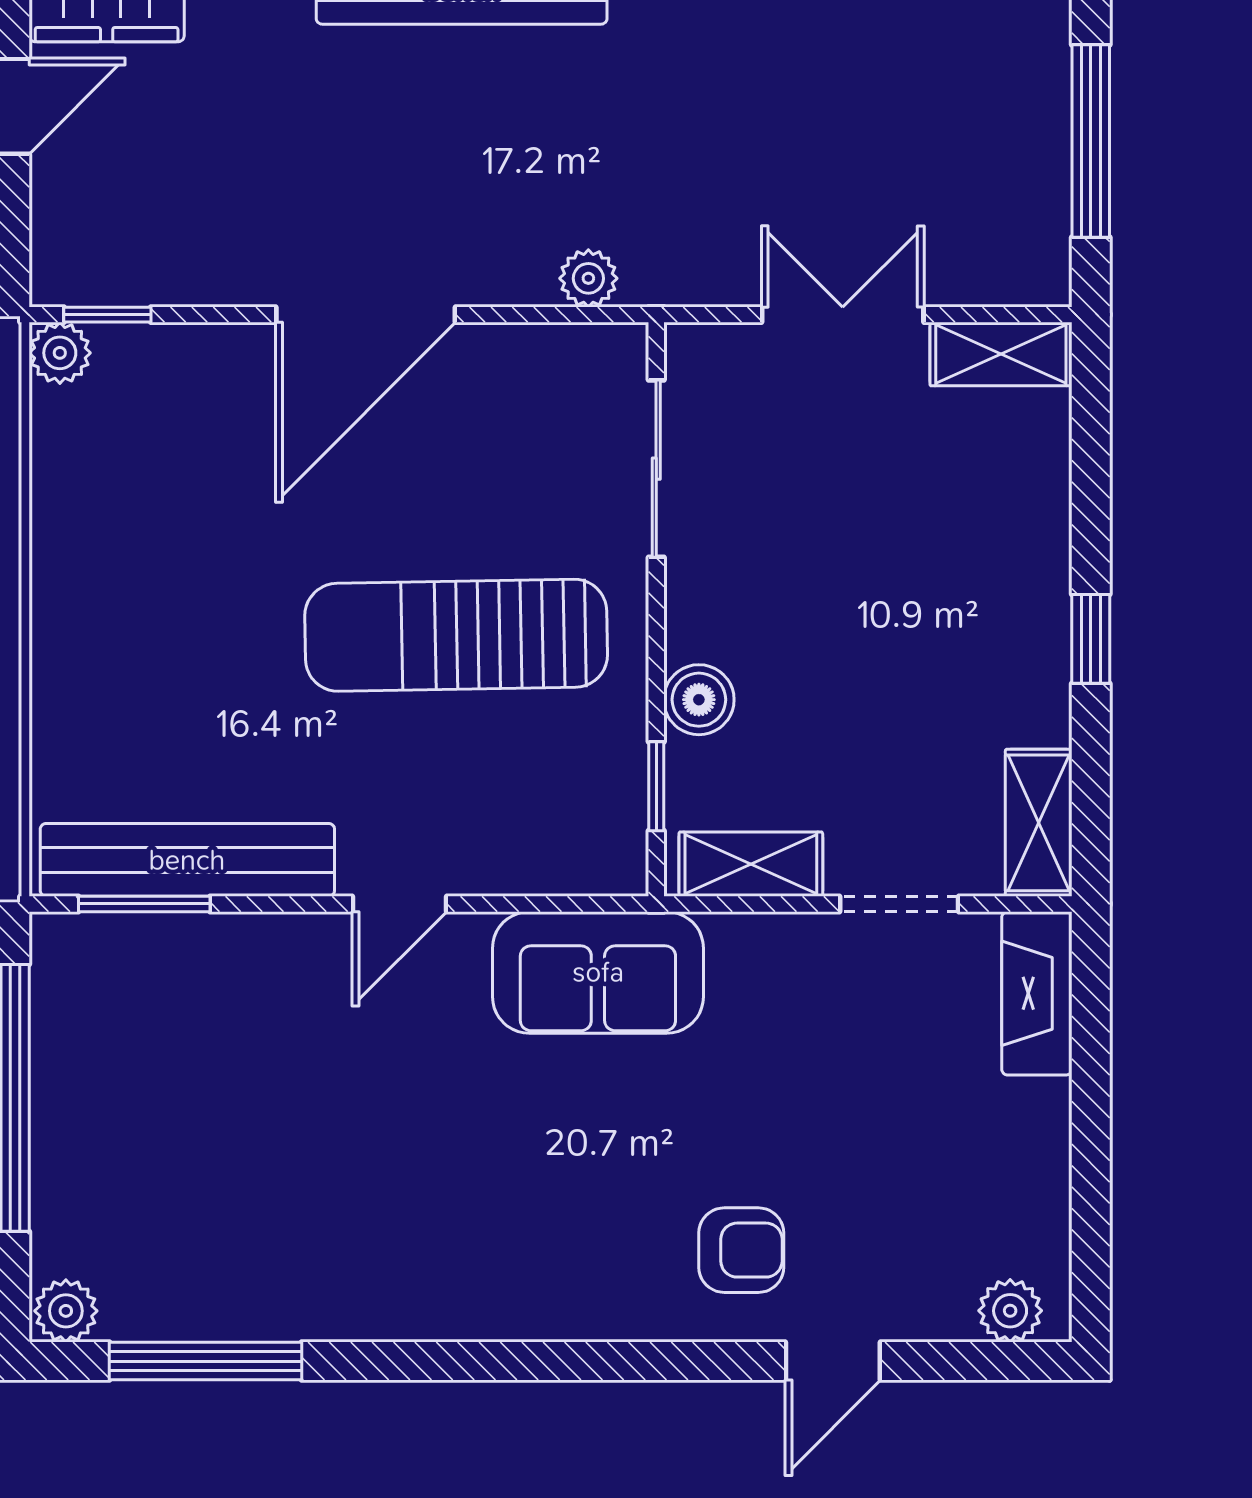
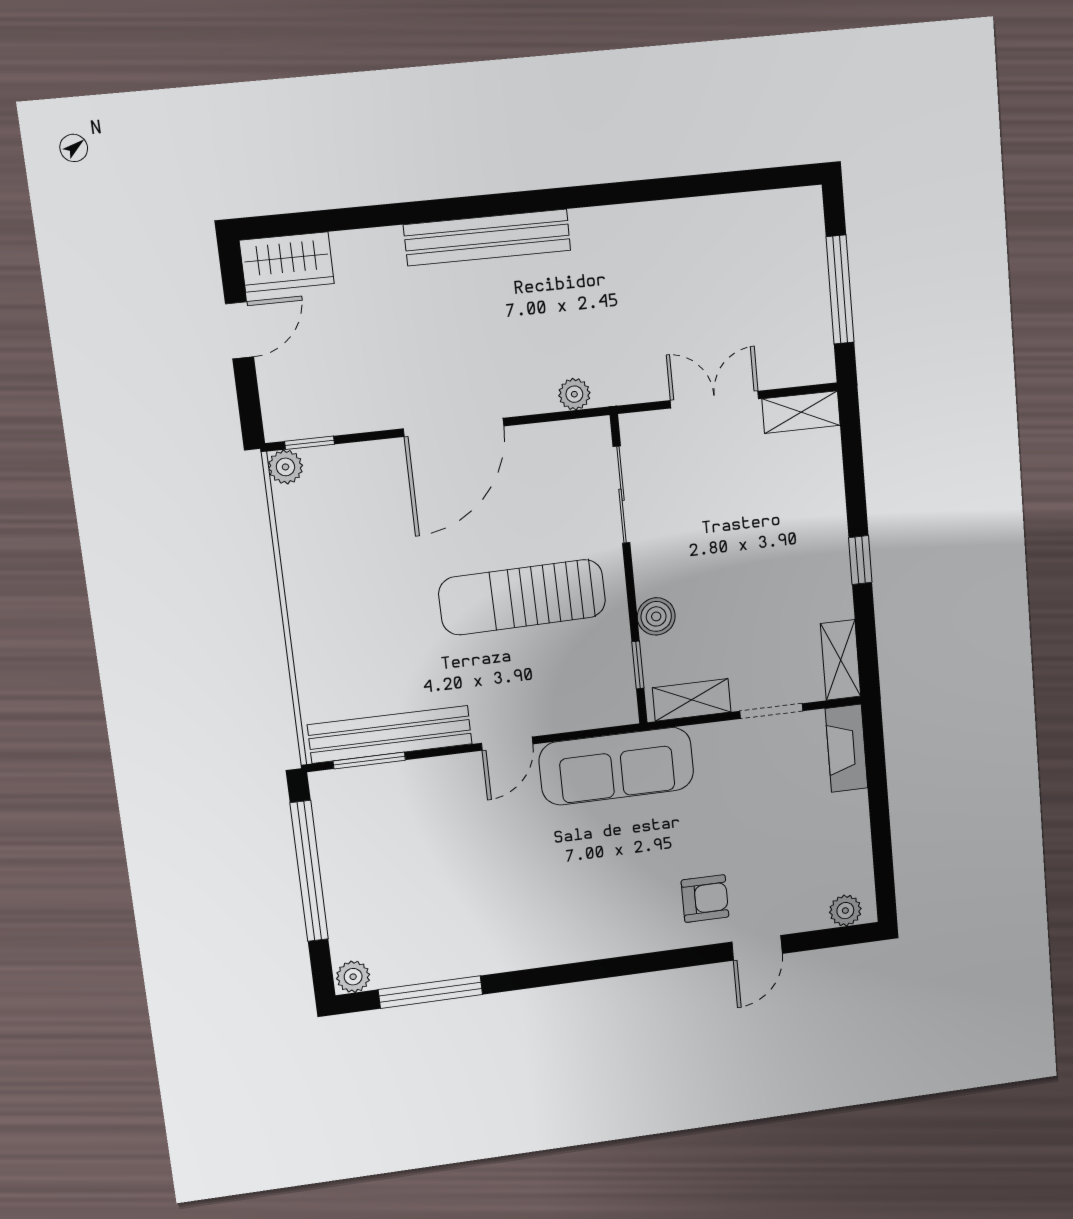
sofa: (598, 972) -> (616, 766), width x1.36

